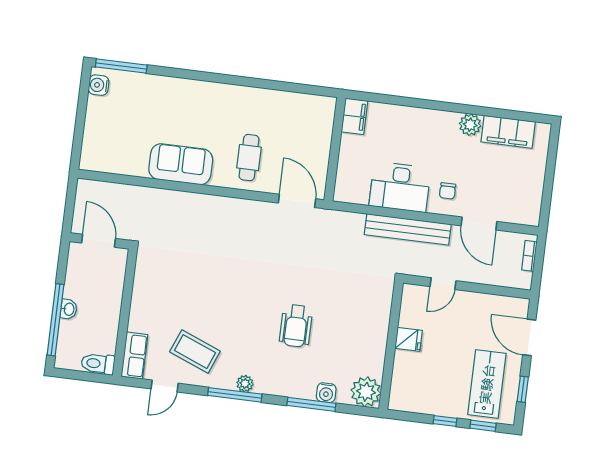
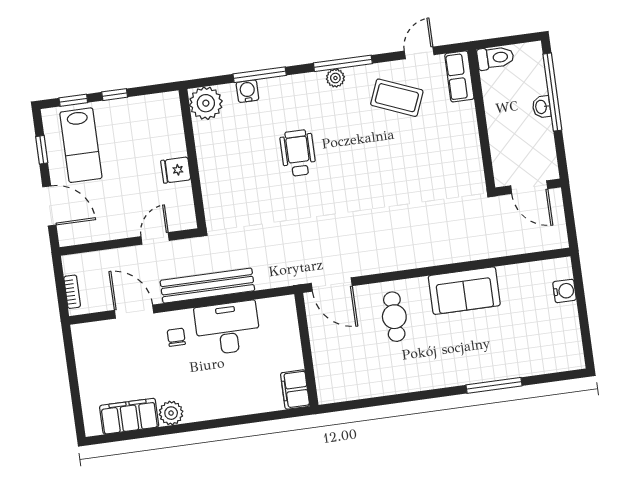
window: (121, 66) -> (494, 385), moved
water cooler: (99, 85) -> (564, 291), moved

